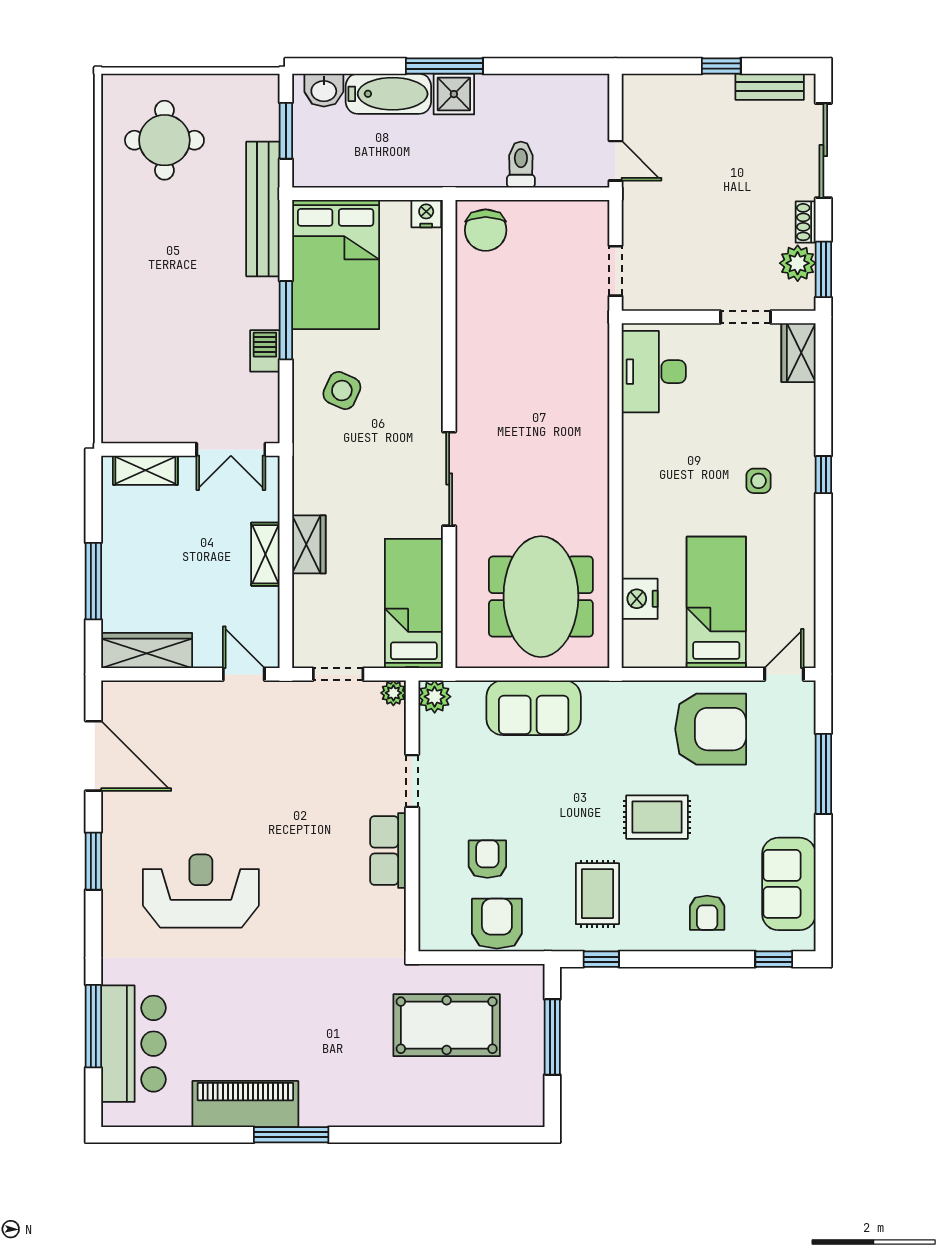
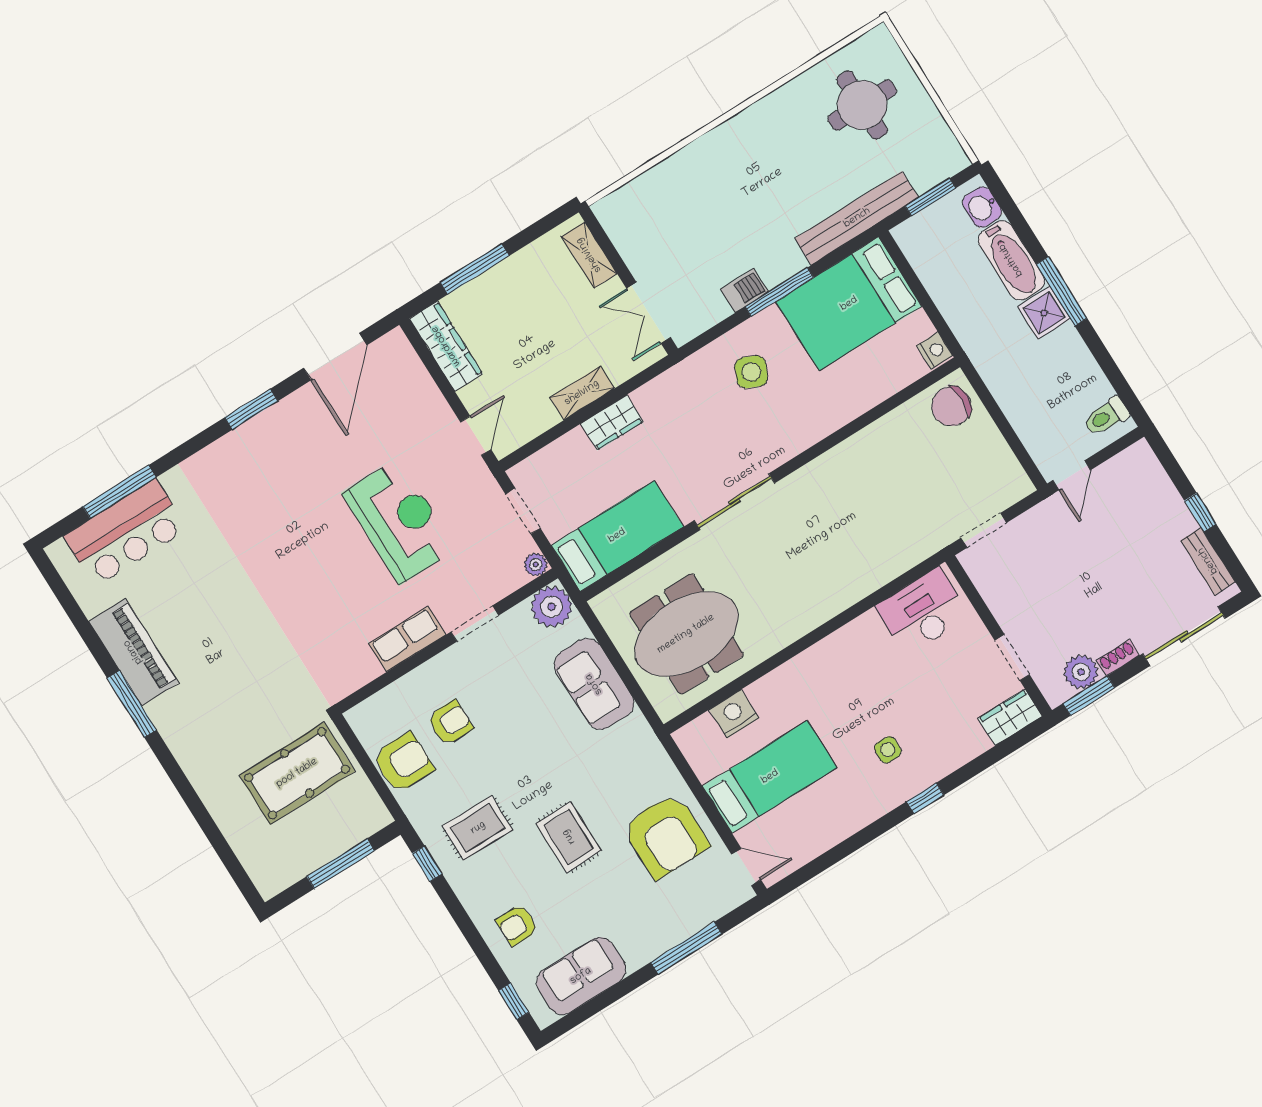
toilet: (521, 165) -> (1106, 417), moved, turned 180
plant: (435, 697) -> (552, 607), width x1.36, depth x1.36
reception desk: (201, 891) -> (399, 521), moved
pool table: (447, 1025) -> (297, 773), turned 90

